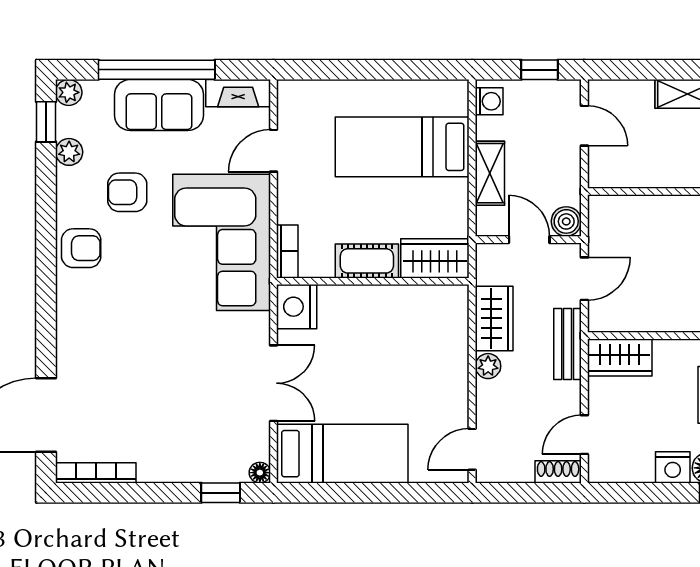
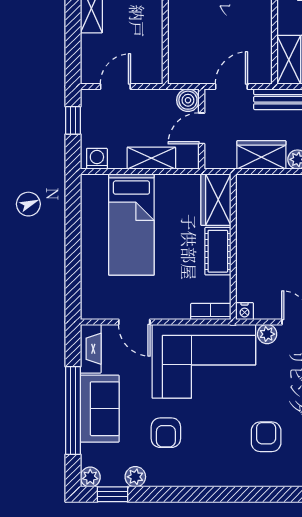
armchair: (81, 248) -> (266, 437), moved
door: (584, 279) -> (231, 87), hinge flipped
nightstand: (297, 307) -> (245, 311), width x0.53, depth x0.56
plant: (258, 326) -> (267, 334), added

